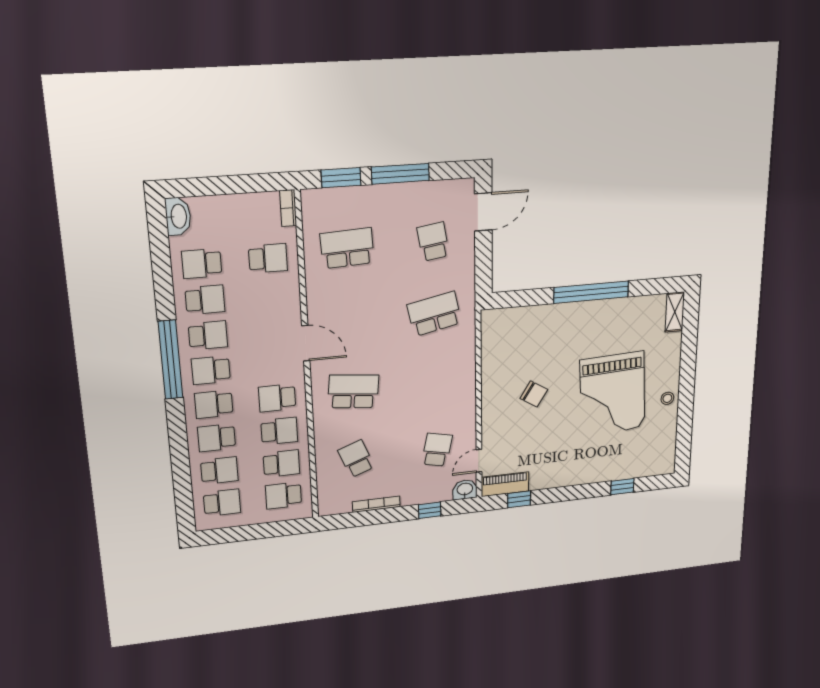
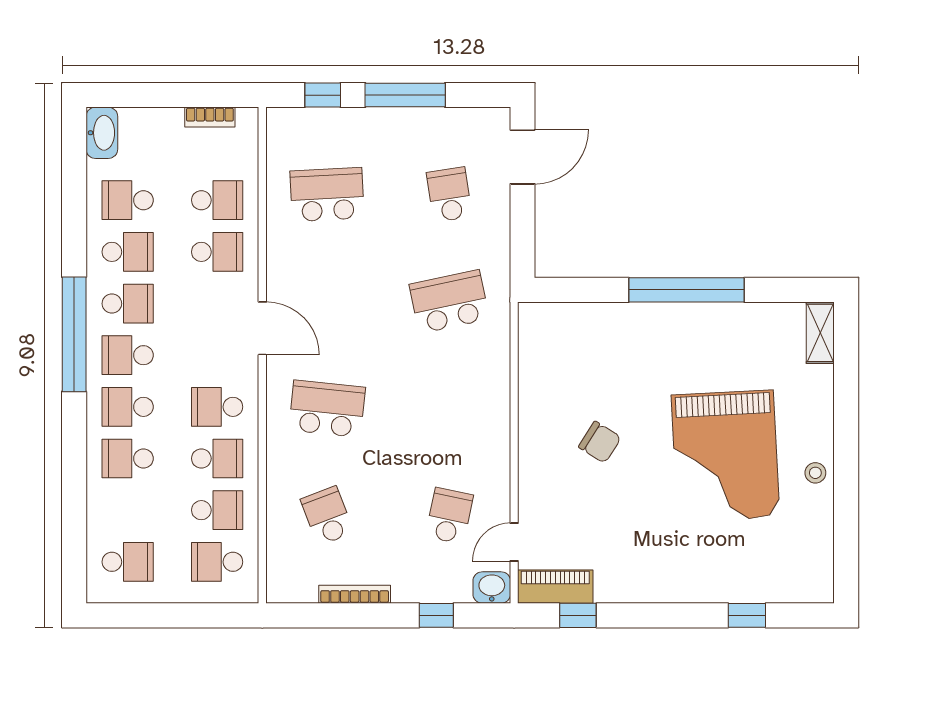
window: (341, 178) -> (323, 95), width x0.67
bookcase: (288, 208) -> (210, 117), moved, turned -90
school desk: (219, 471) -> (217, 252), moved

